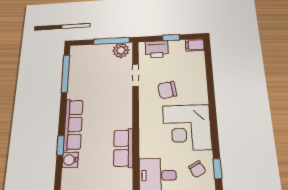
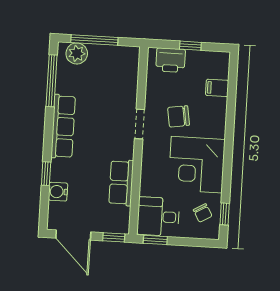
window: (111, 41) -> (94, 40), moved
filing cabinet: (195, 45) -> (217, 88), moved
plant: (121, 50) -> (77, 53), moved
doorway: (136, 75) -> (139, 124), moved
row of seats: (73, 124) -> (63, 126), moved

